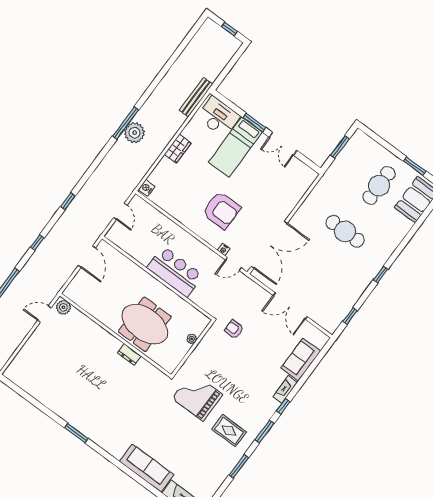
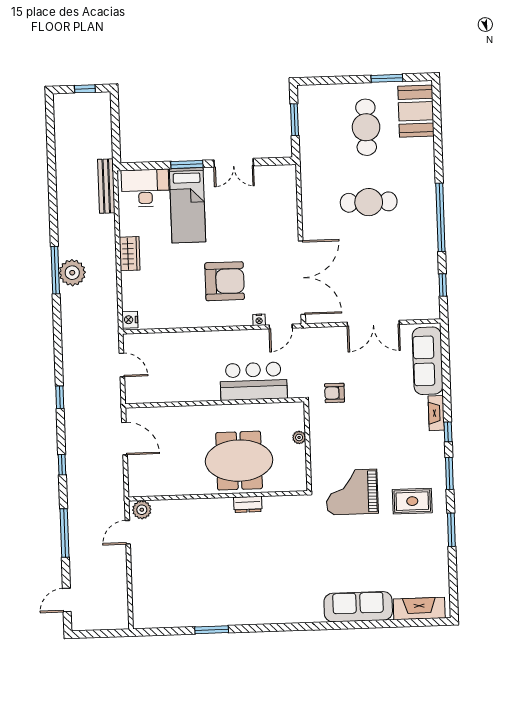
bar counter: (175, 272) -> (253, 381), moved
window: (381, 275) -> (440, 217), width x3.17
sofa: (301, 360) -> (428, 361), width x1.36
window: (76, 433) -> (212, 630), moved

